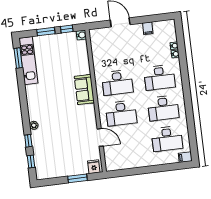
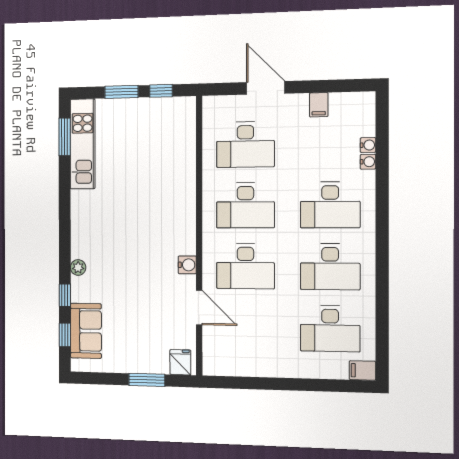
water cooler: (81, 35) -> (187, 265), moved
desk: (114, 52) -> (245, 145), added
sofa: (84, 90) -> (86, 331), moved, turned 180

